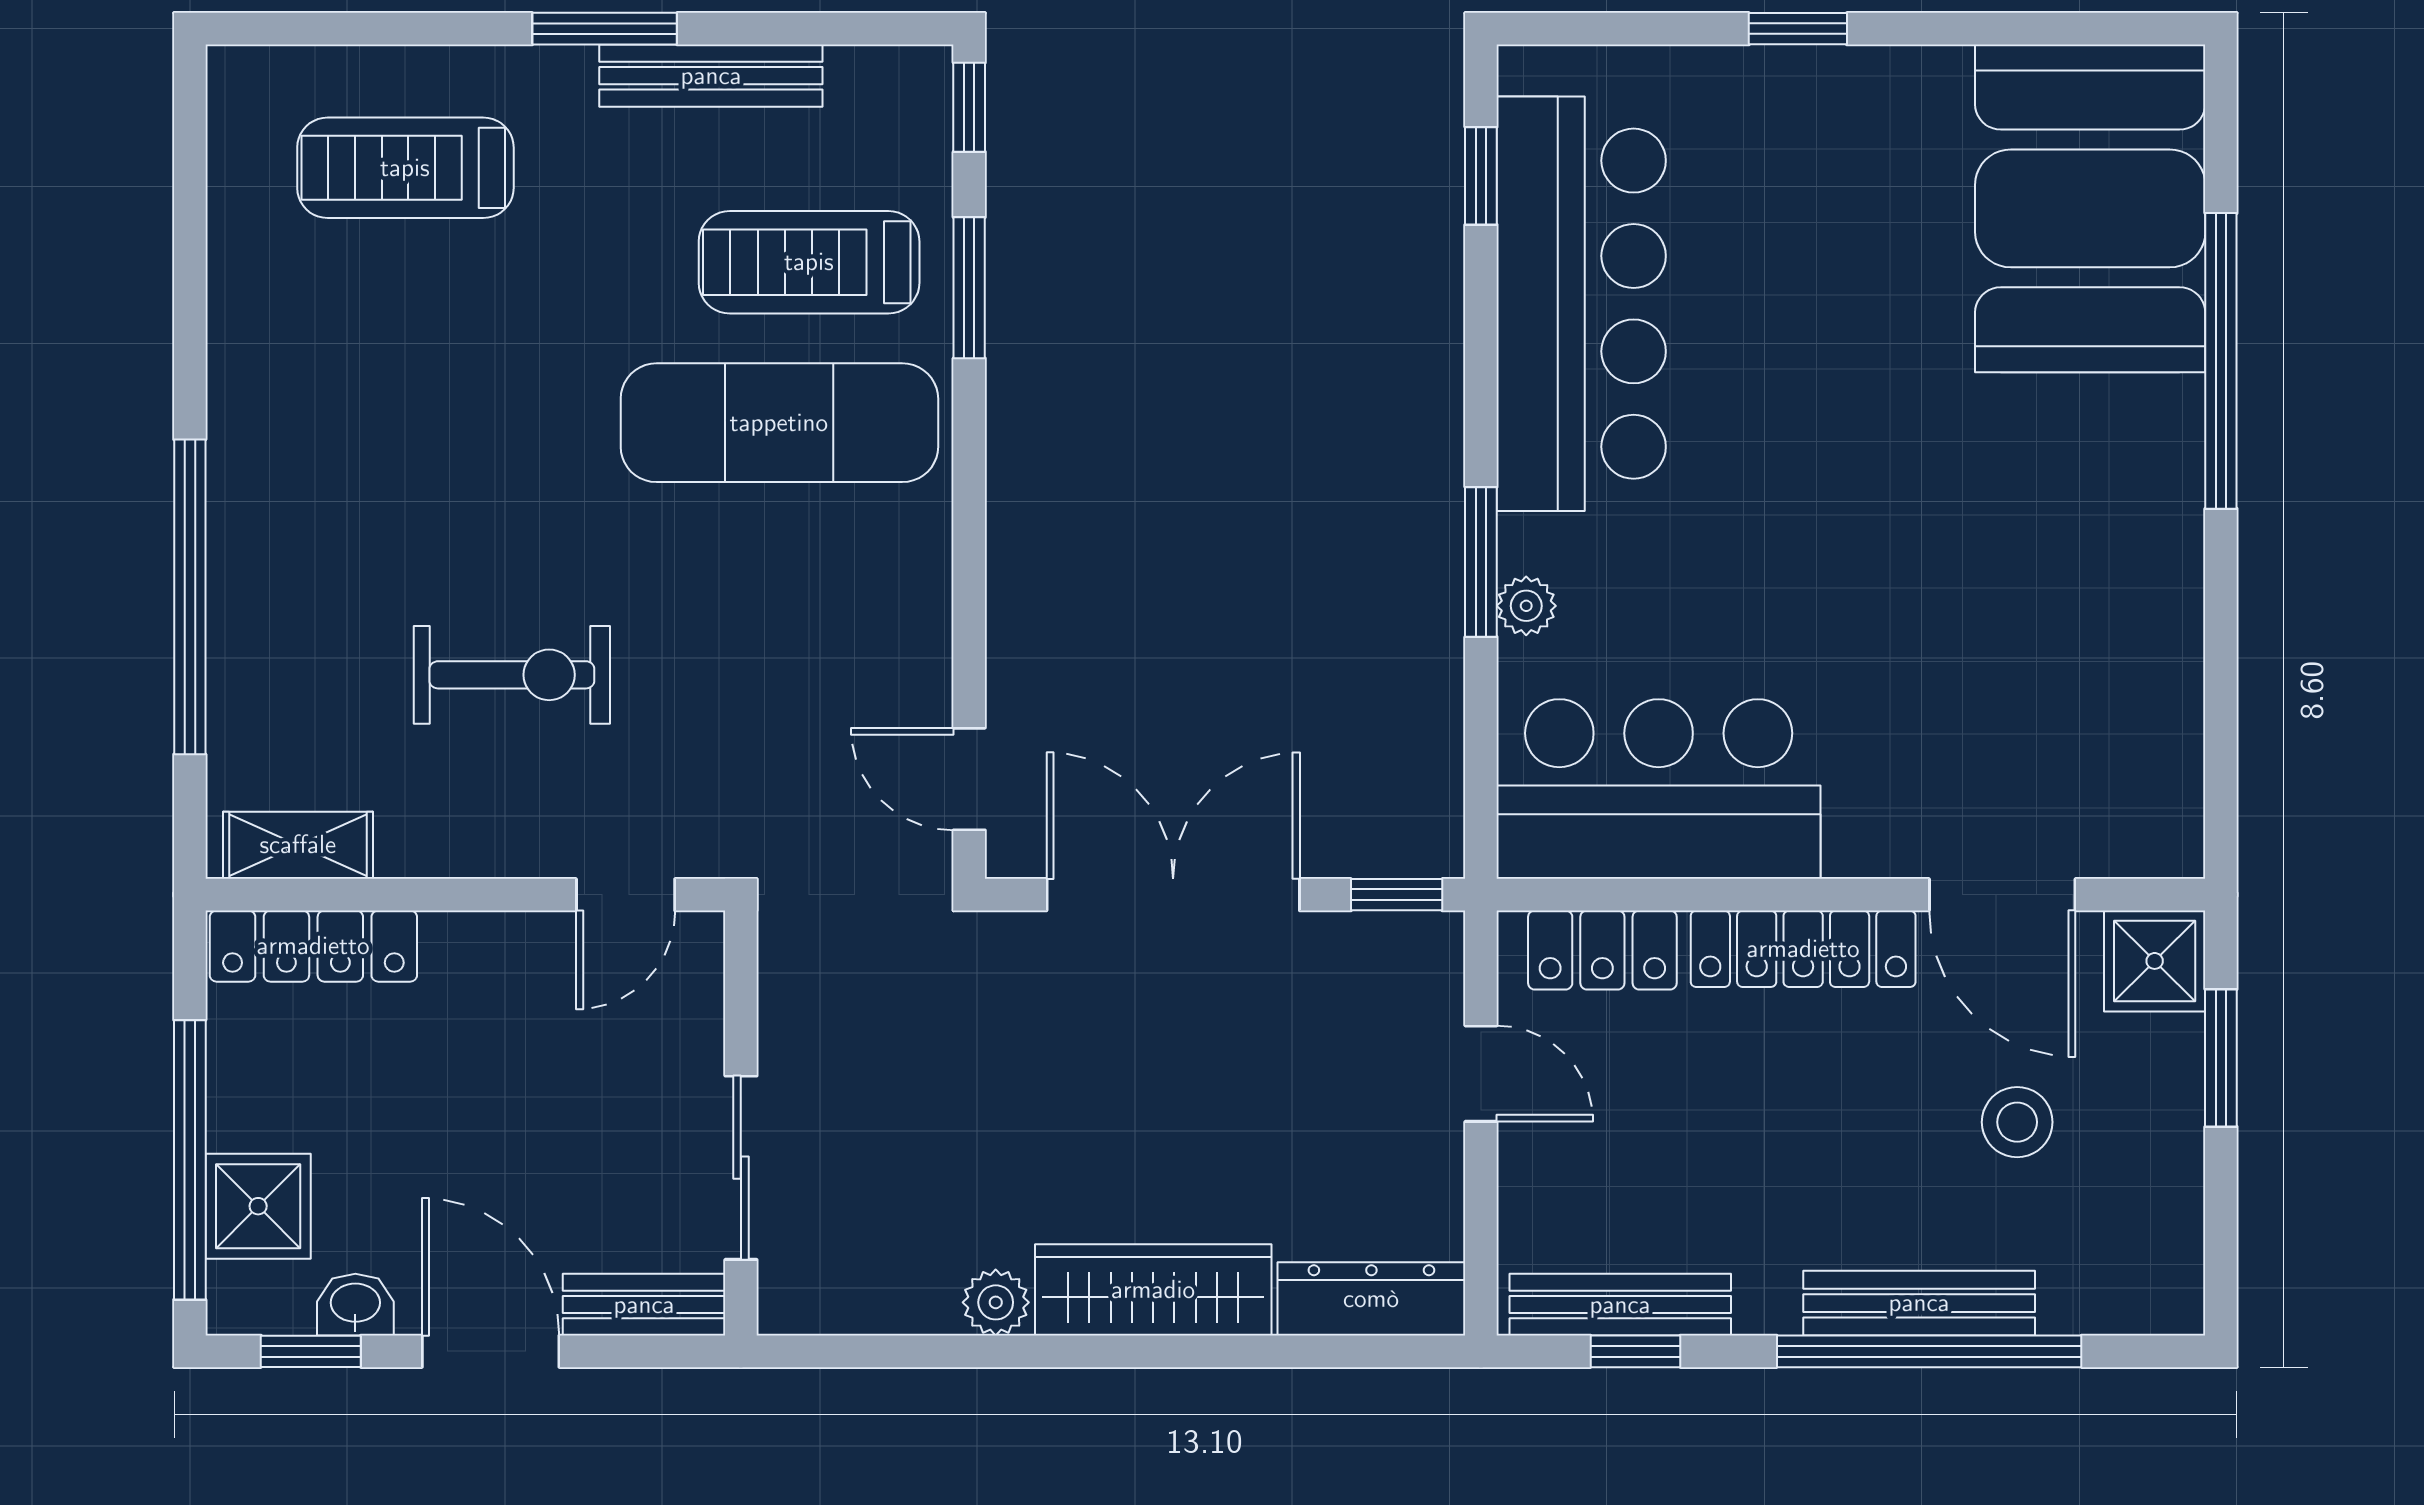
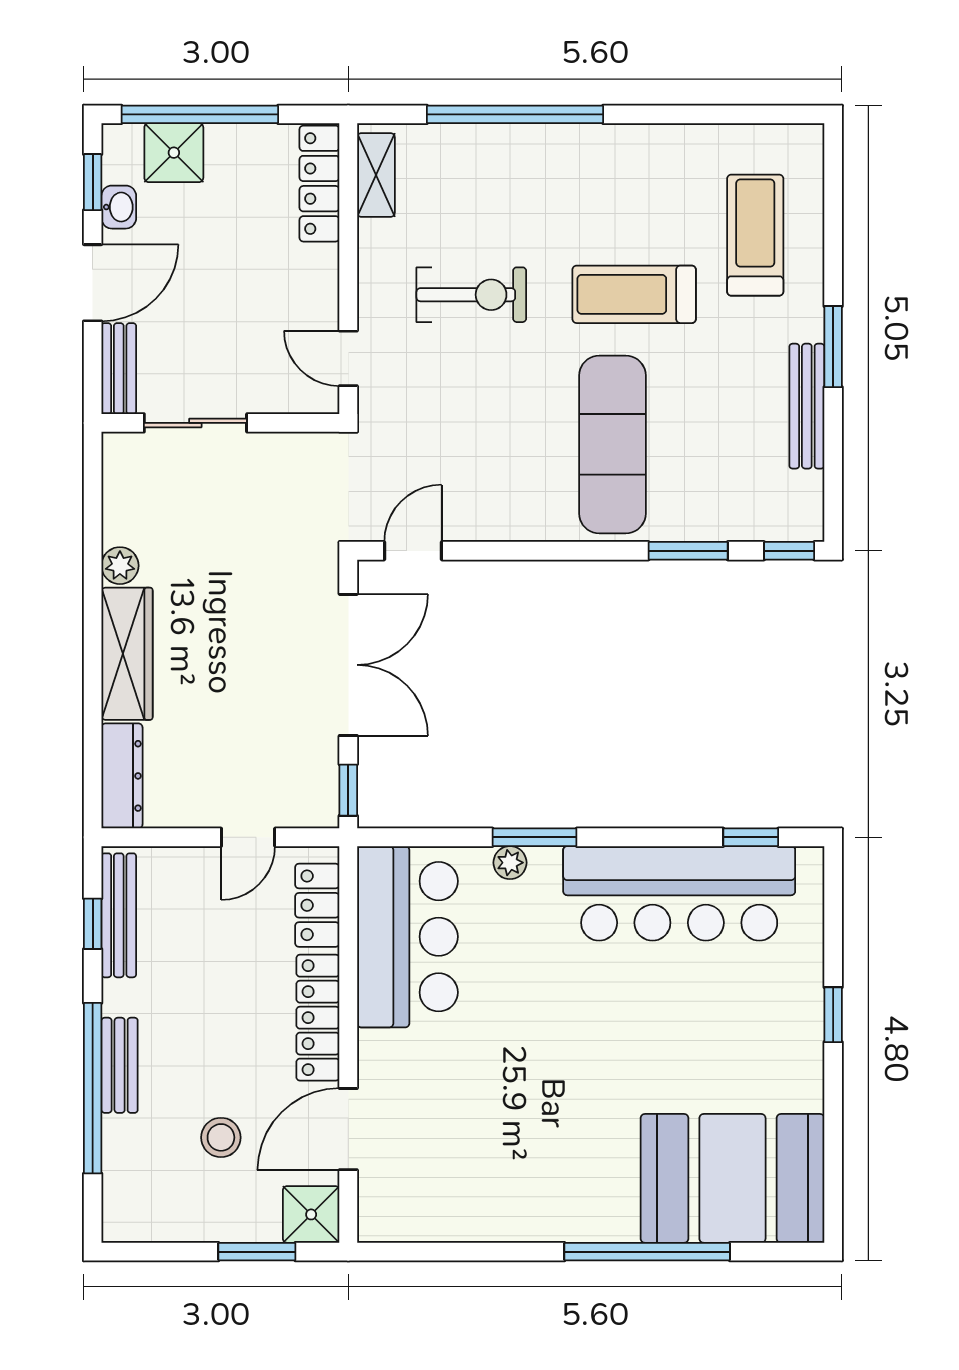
treadmill: (809, 262) -> (634, 294), moved, turned -90
exercise bike: (512, 675) -> (471, 295), turned -90
bench: (1919, 1303) -> (120, 1065), width x0.73

